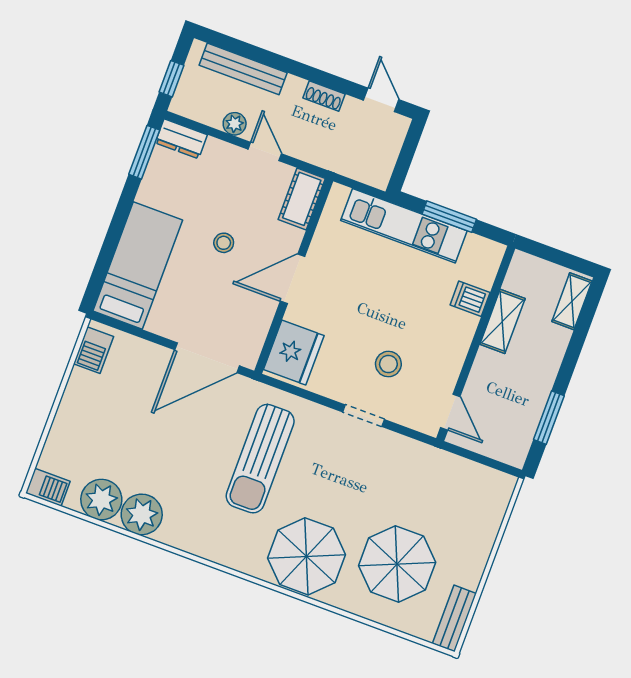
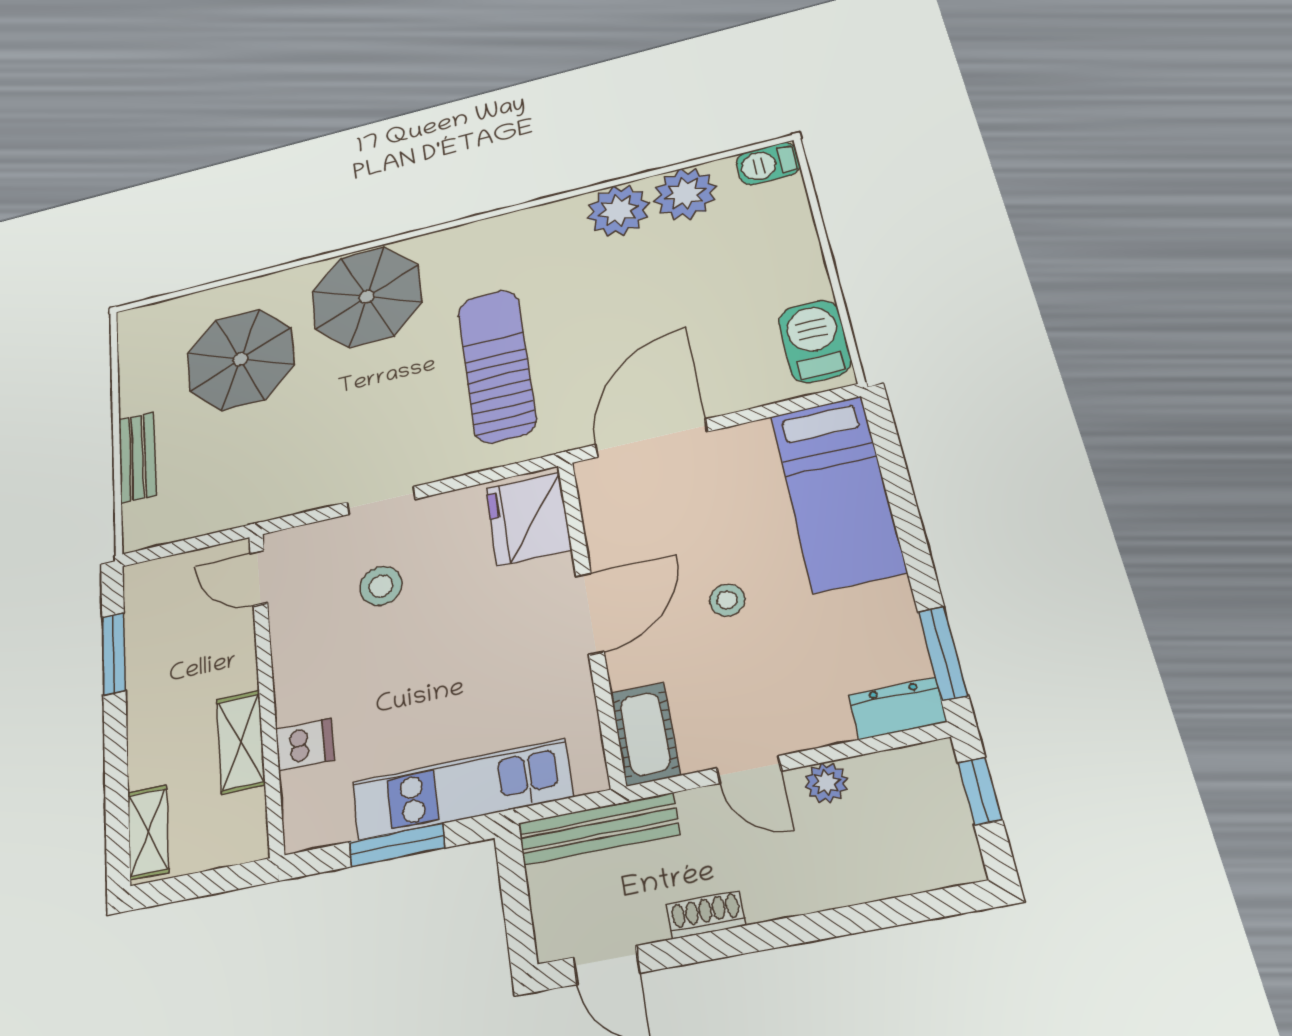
bench: (243, 69) -> (598, 829), moved
barbecue: (93, 350) -> (815, 341), width x1.38, depth x1.27
bench: (454, 618) -> (137, 457), moved

